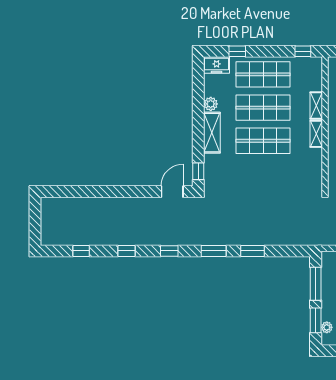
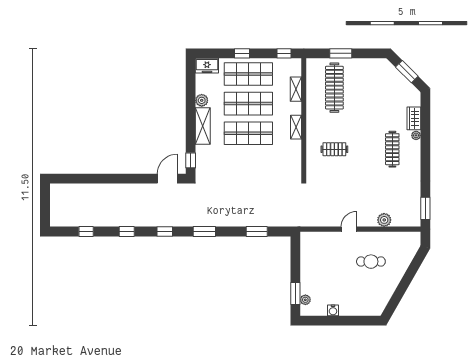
window: (237, 51) -> (242, 53), moved
shelving: (316, 106) -> (296, 89), moved
window: (253, 251) -> (257, 232), moved
window: (316, 284) -> (295, 261), removed

